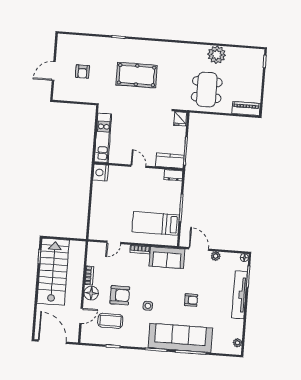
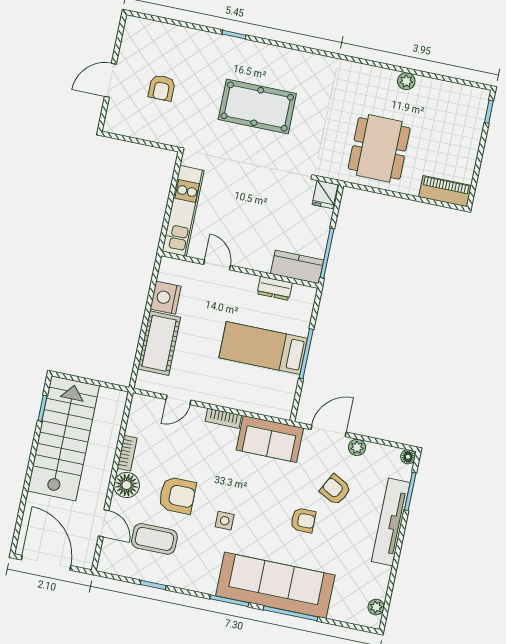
plant: (217, 55) -> (406, 81), width x0.53, depth x0.53
door: (138, 166) -> (217, 265), moved
nightstand: (101, 173) -> (166, 298), moved
dresser: (173, 175) -> (275, 288), moved
cot: (99, 213) -> (159, 343), added
bed: (156, 223) -> (263, 348), moved
door: (199, 249) -> (329, 431), hinge flipped
armchair: (207, 281) -> (335, 490), added
door: (81, 316) -> (104, 523), hinge flipped

